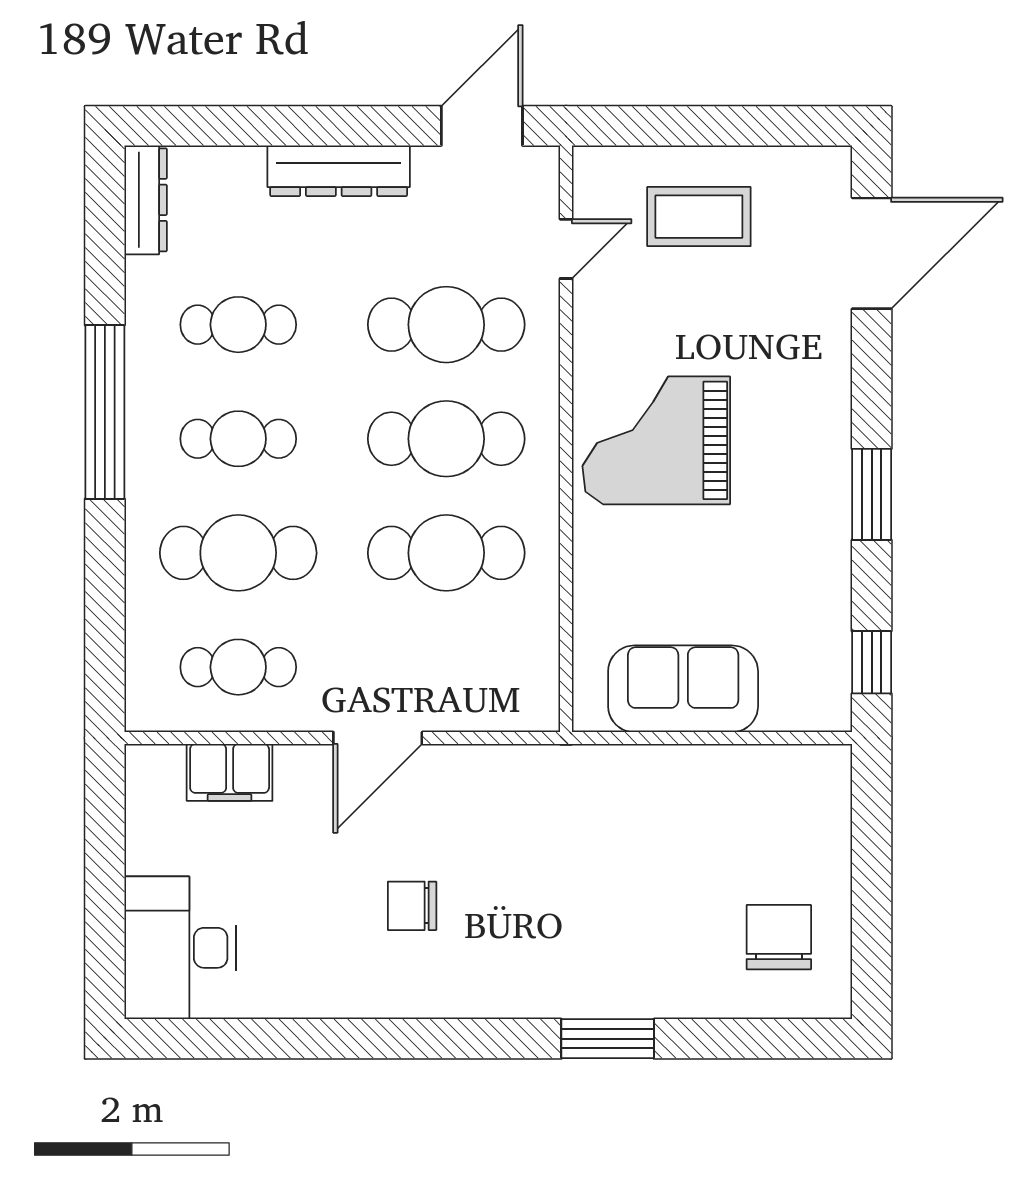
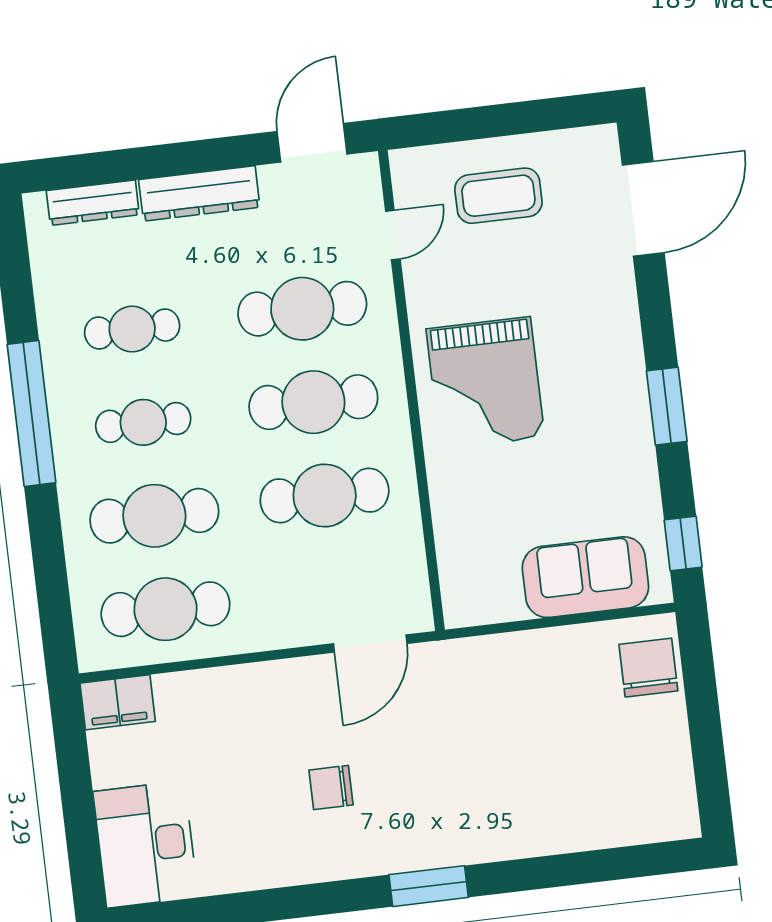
dresser: (146, 200) -> (93, 203), moved, turned 90
grand piano: (656, 440) -> (485, 383), turned -90
cafe table: (238, 667) -> (165, 609), width x1.37, depth x1.35
sofa: (683, 689) -> (585, 577), moved
door: (378, 738) -> (370, 644), moved
filing cabinet: (230, 772) -> (118, 702), moved
chair: (779, 937) -> (648, 668), moved
window: (608, 1039) -> (429, 886), moved

